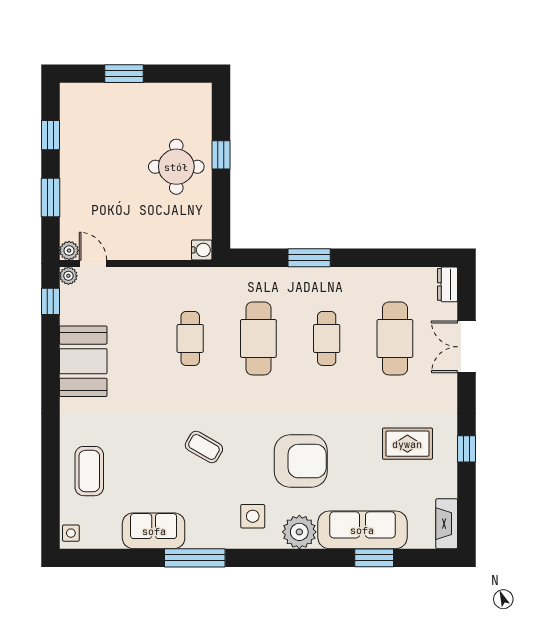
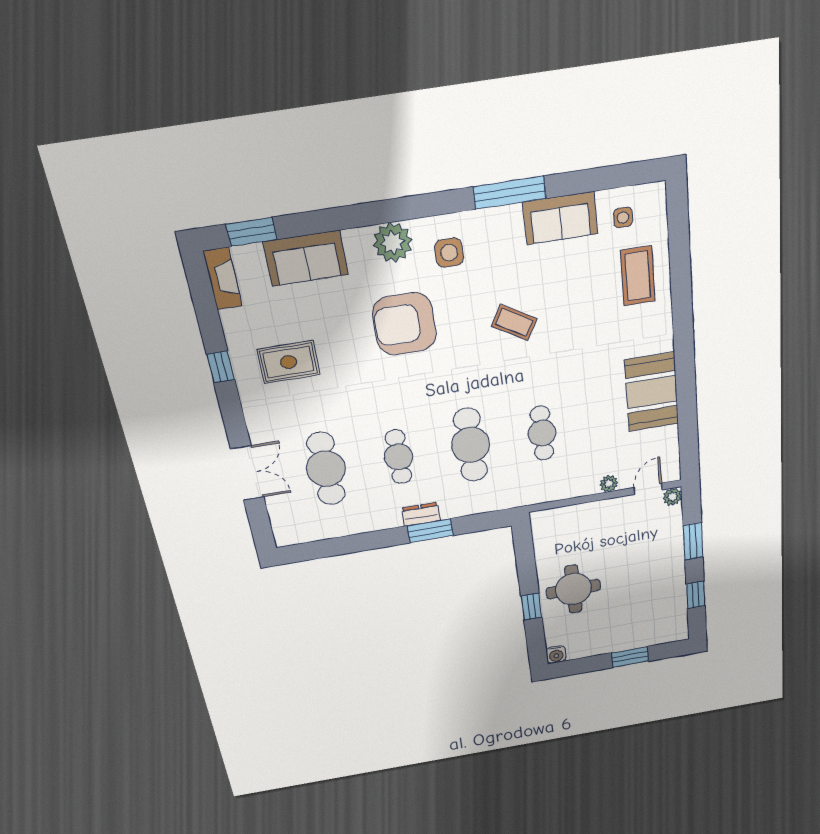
water cooler: (202, 250) -> (556, 655), moved, turned -90
door: (93, 263) -> (648, 489), swing flipped
plant: (68, 276) -> (609, 484), moved
dresser: (447, 284) -> (421, 514), moved, turned -90
window: (50, 301) -> (689, 446), removed
sofa: (362, 530) -> (306, 258), width x0.73
side table: (71, 533) -> (623, 217), moved
window: (374, 558) -> (251, 232), moved

